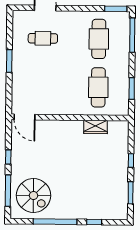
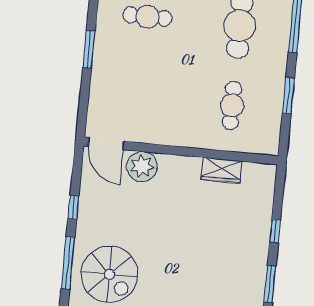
cafe table: (98, 87) -> (232, 105), width x0.73, depth x0.74
window: (132, 89) -> (288, 96), moved
plant: (47, 129) -> (142, 166), added

